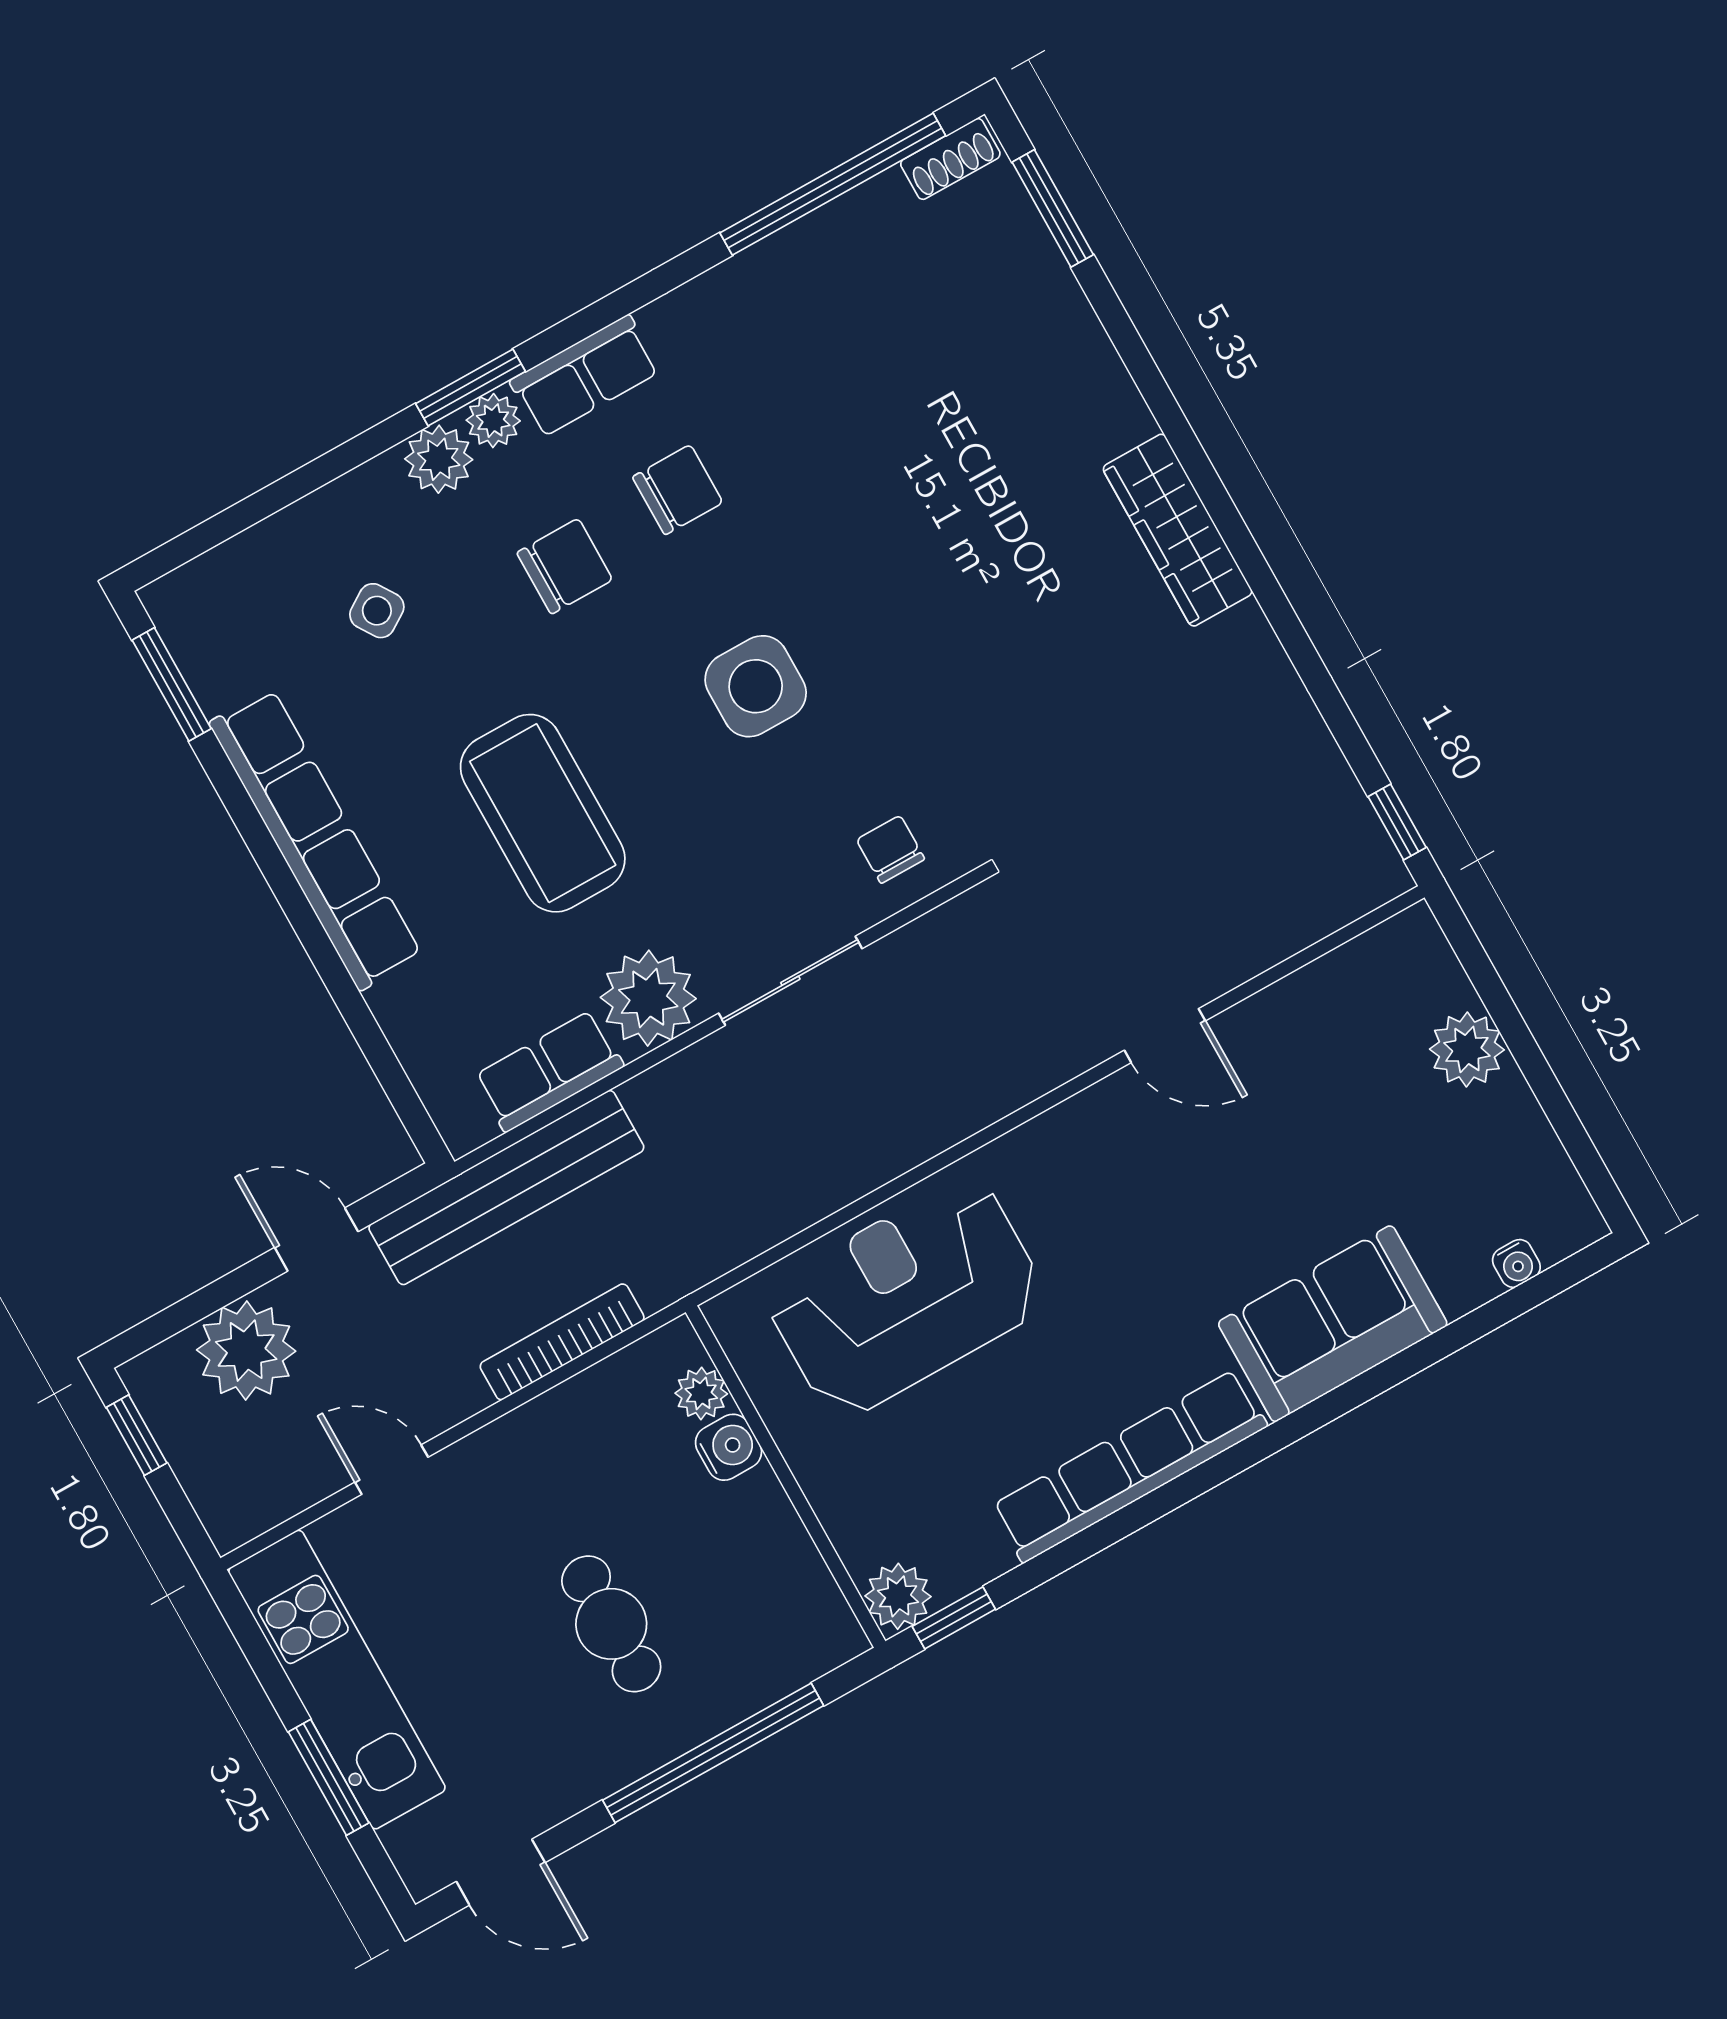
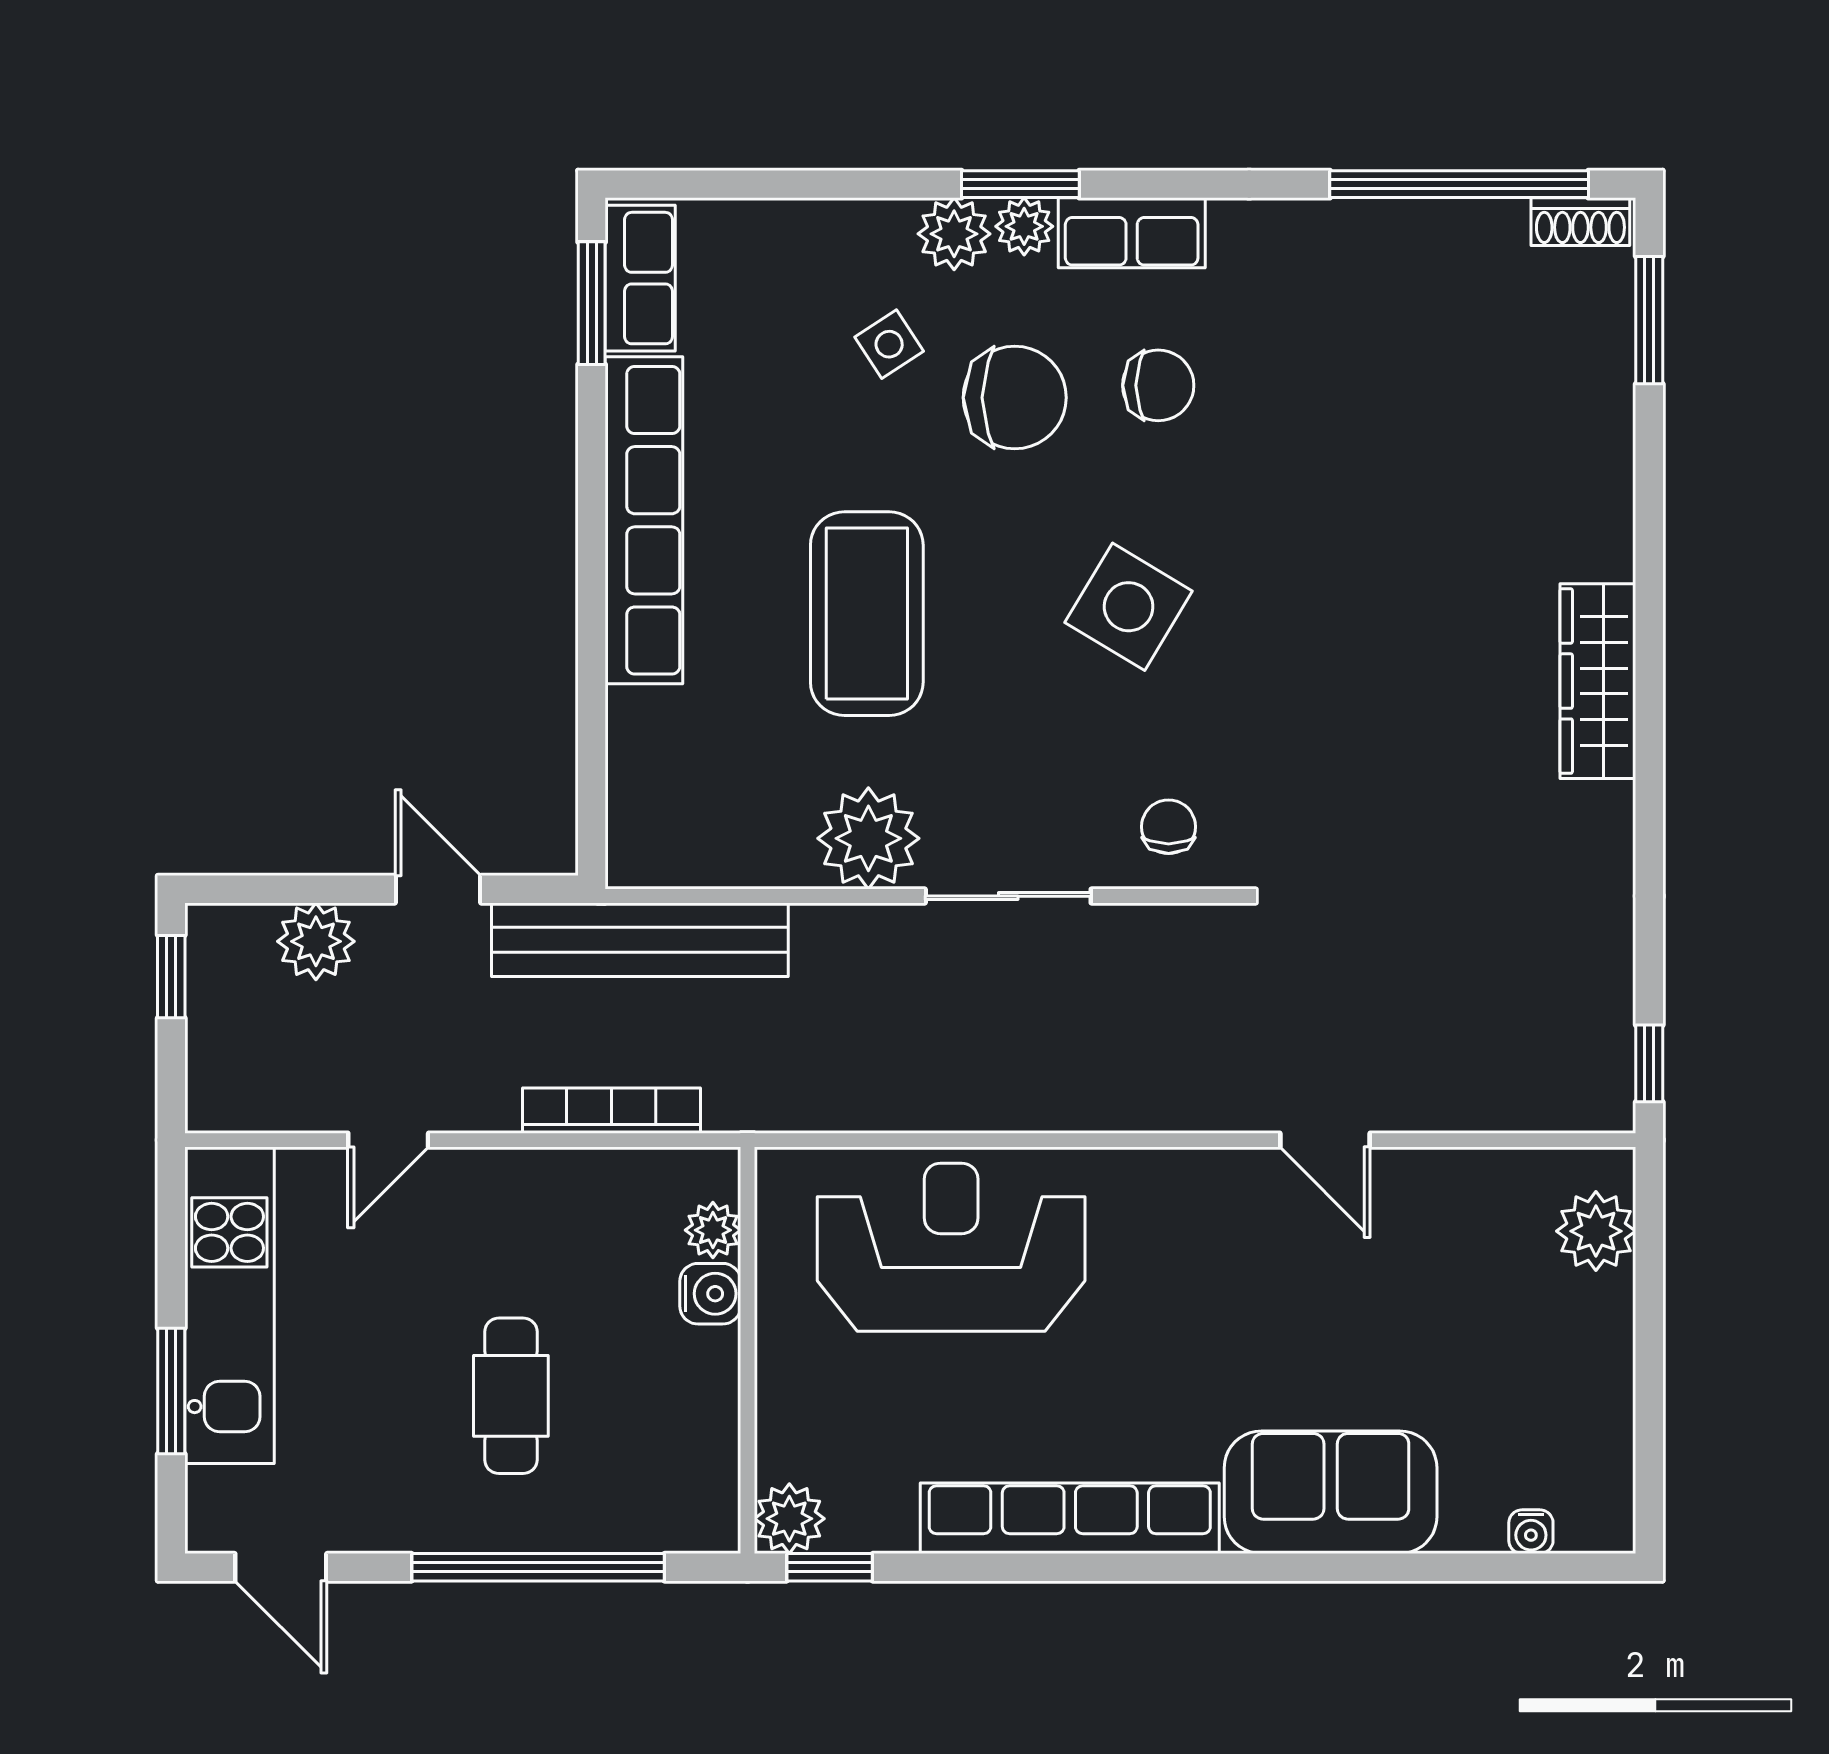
chair: (565, 566) -> (1015, 398), width x1.37, depth x1.37
side table: (377, 611) -> (889, 344), moved
side table: (756, 686) -> (1129, 607), turned 31
plant: (1467, 1049) -> (1596, 1231), moved
row of seats: (549, 1071) -> (640, 278), moved, turned 90
plant: (246, 1351) -> (316, 941), width x0.73, depth x0.73
door: (391, 1470) -> (388, 1140), swing flipped

